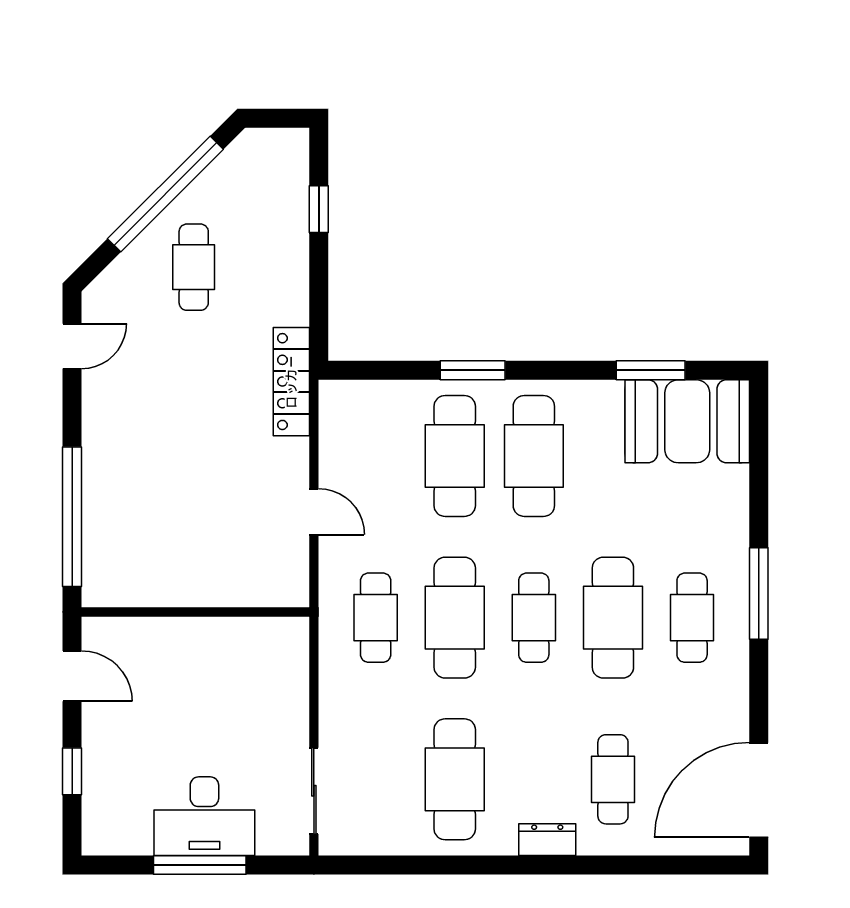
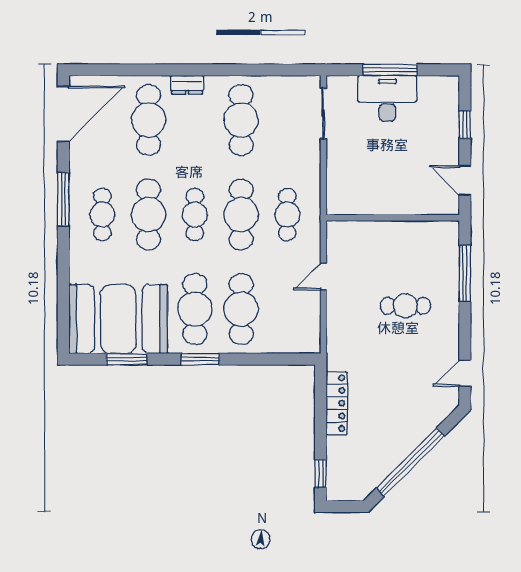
window: (319, 209) -> (321, 474), moved
cafe table: (194, 267) -> (405, 306), moved, turned 90
window: (473, 370) -> (200, 359), moved
locker: (291, 382) -> (337, 403), moved
booth: (687, 421) -> (118, 319), width x1.36, depth x1.42
door: (314, 512) -> (323, 277), hinge flipped
window: (72, 517) -> (465, 274), width x0.68
window: (759, 593) -> (63, 199), moved
cafe table: (613, 779) -> (149, 120), width x1.37, depth x1.35

